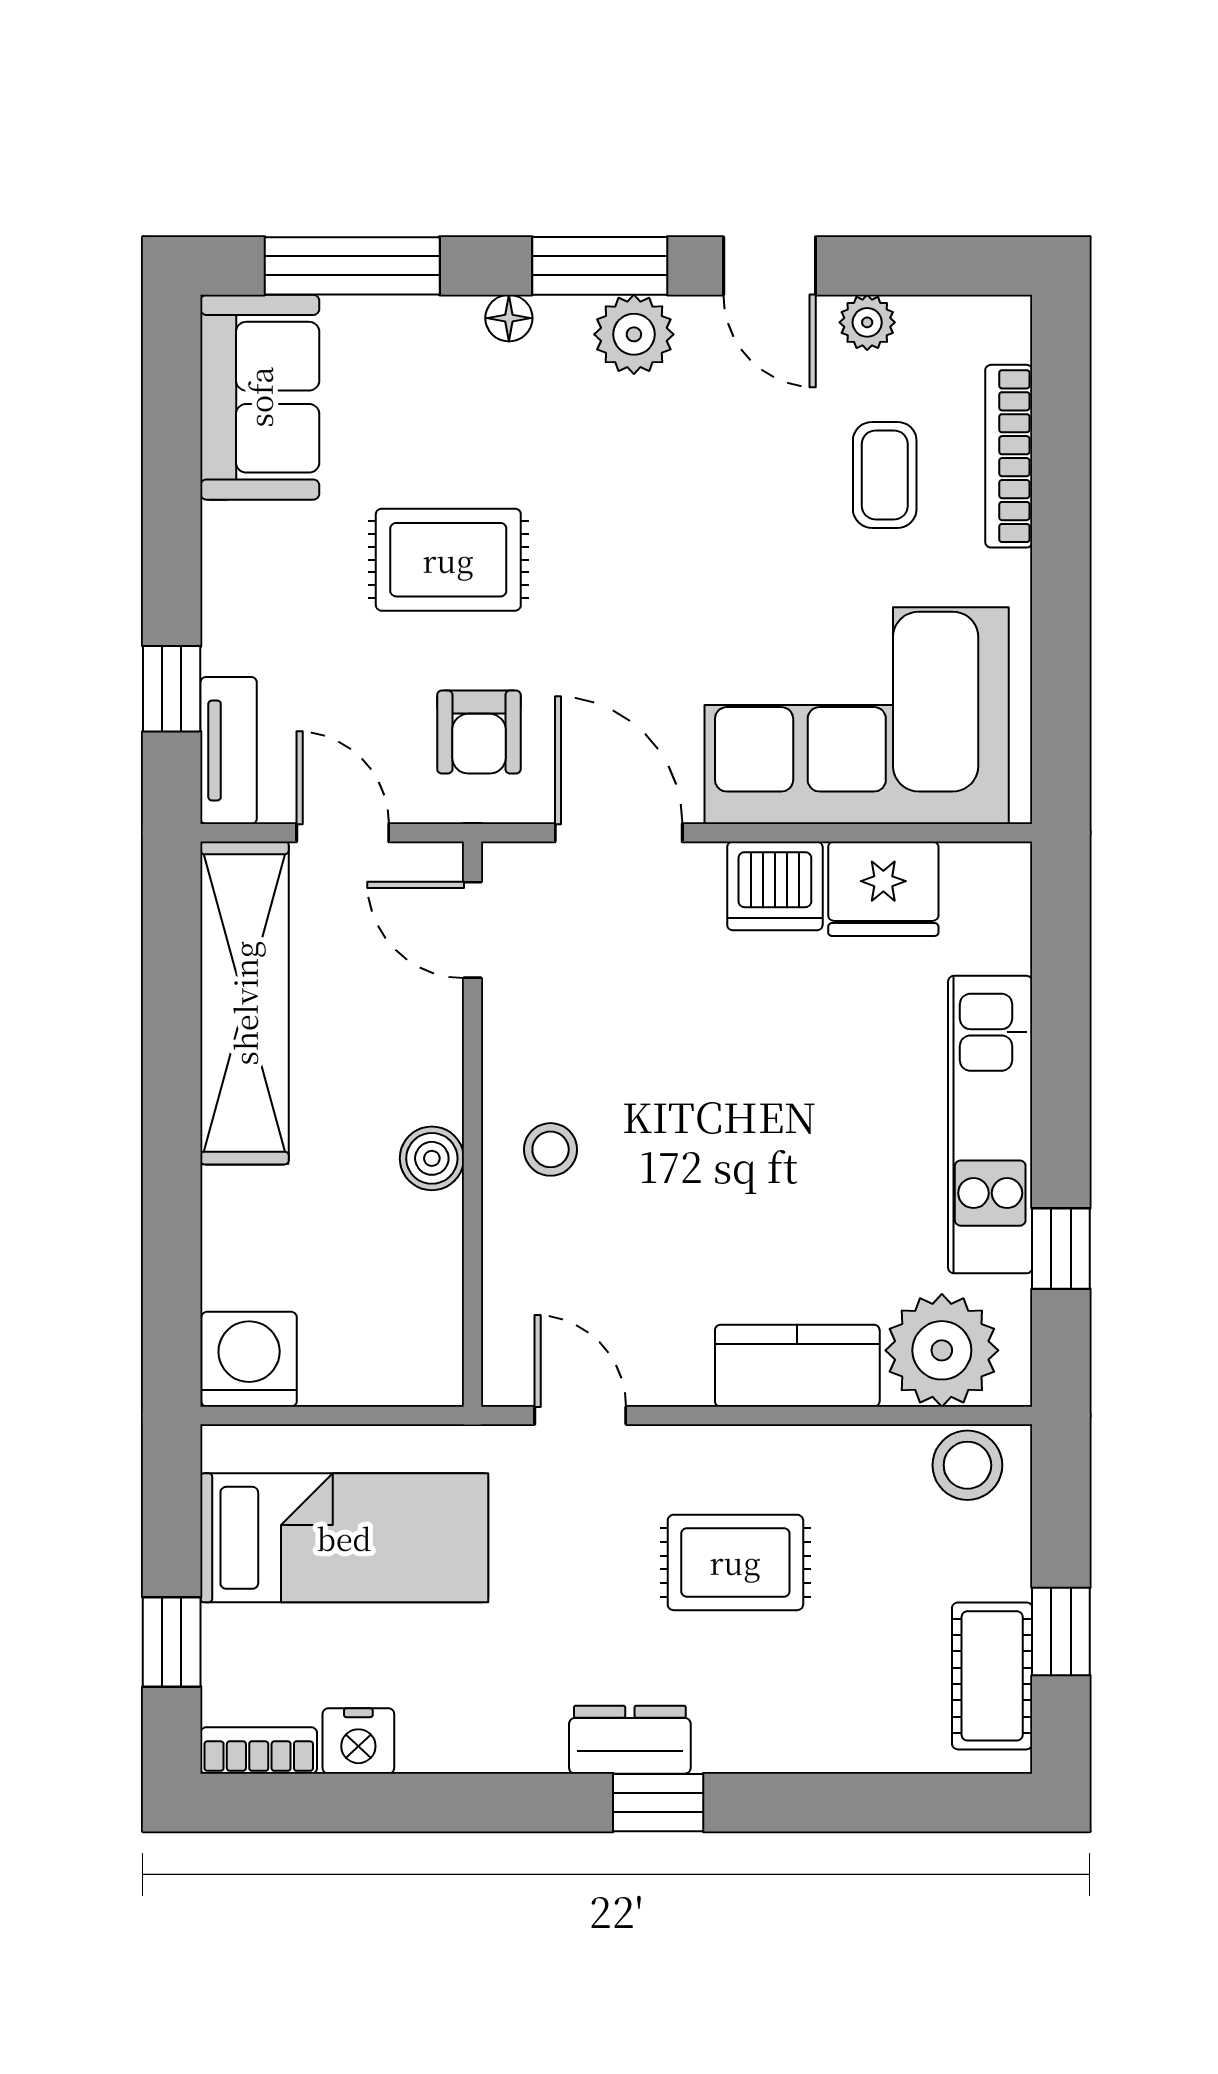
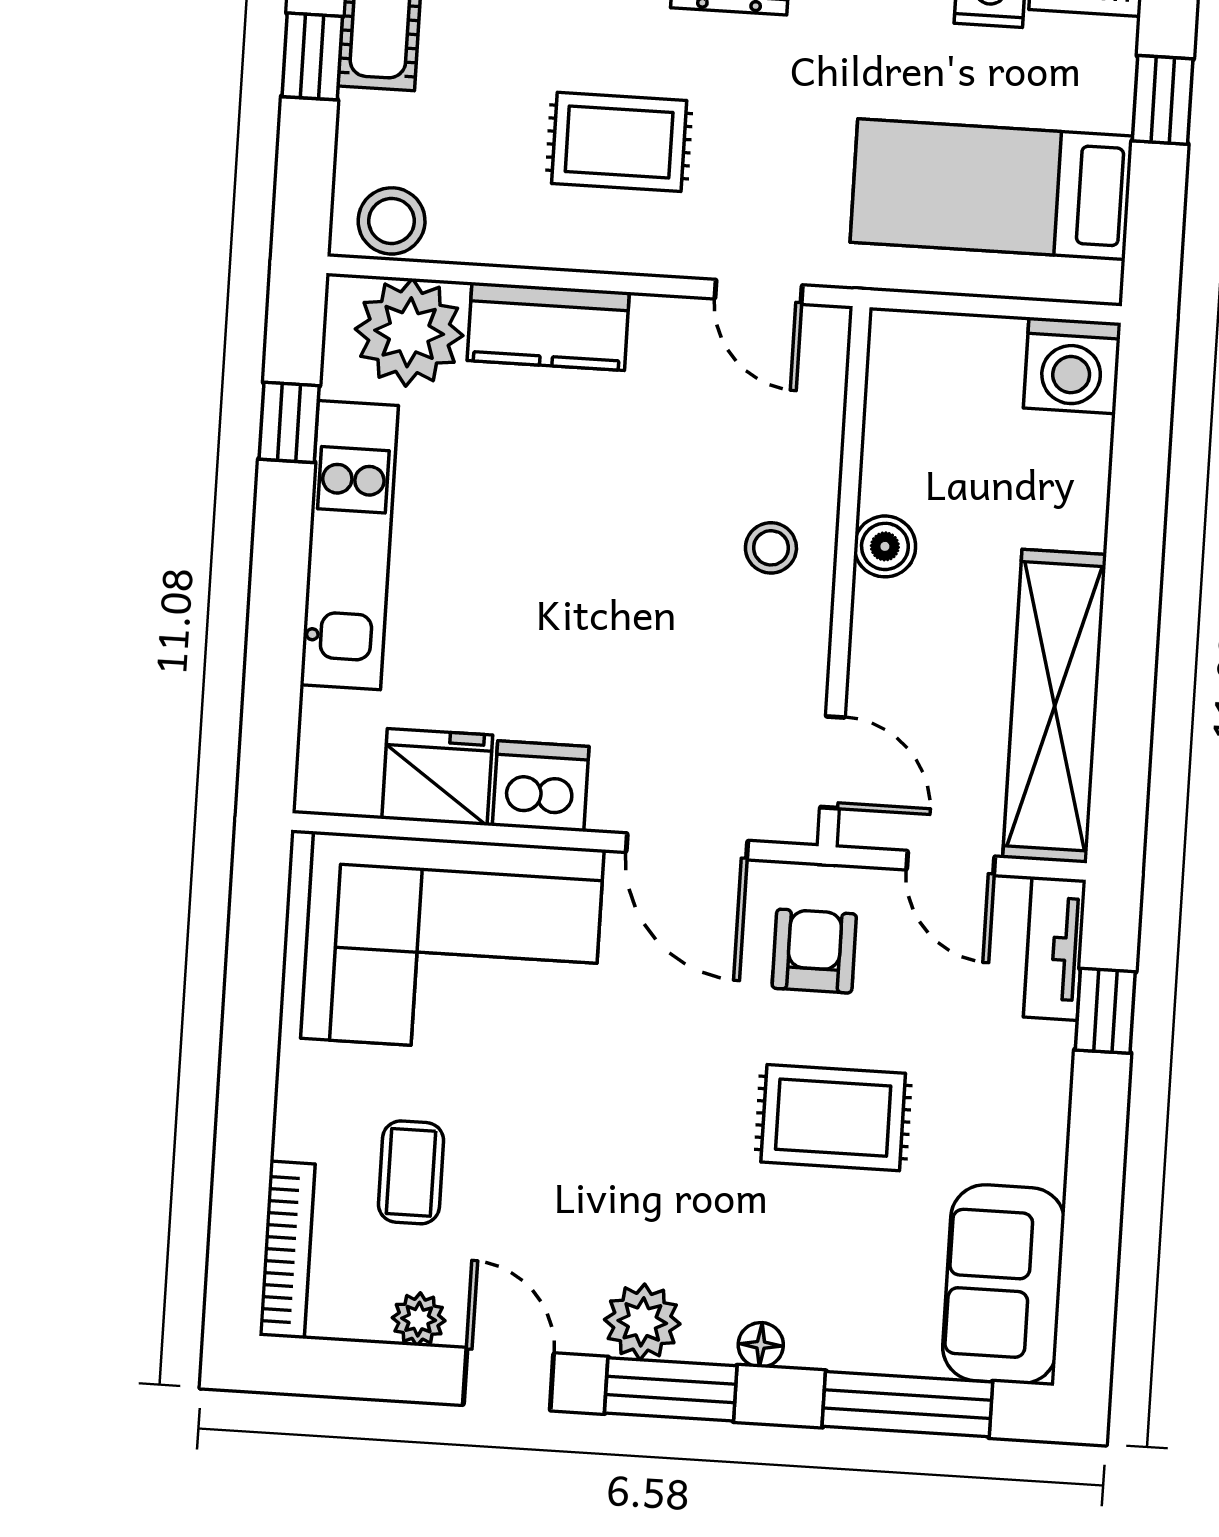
bookcase: (1009, 456) -> (287, 1250), moved

